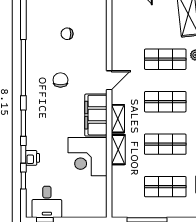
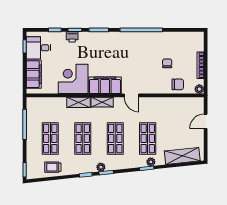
chair: (60, 80) -> (178, 84), moved
filing cabinet: (81, 208) -> (34, 74), added

